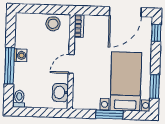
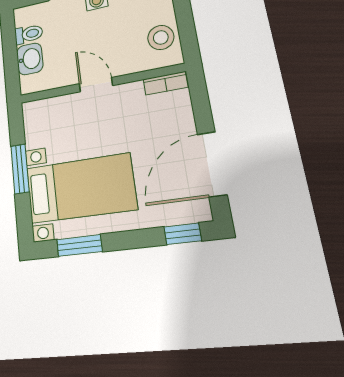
door: (125, 12) -> (212, 164), hinge flipped
washbasin: (60, 93) -> (30, 59), moved, turned 90
toilet: (19, 99) -> (29, 34), moved

